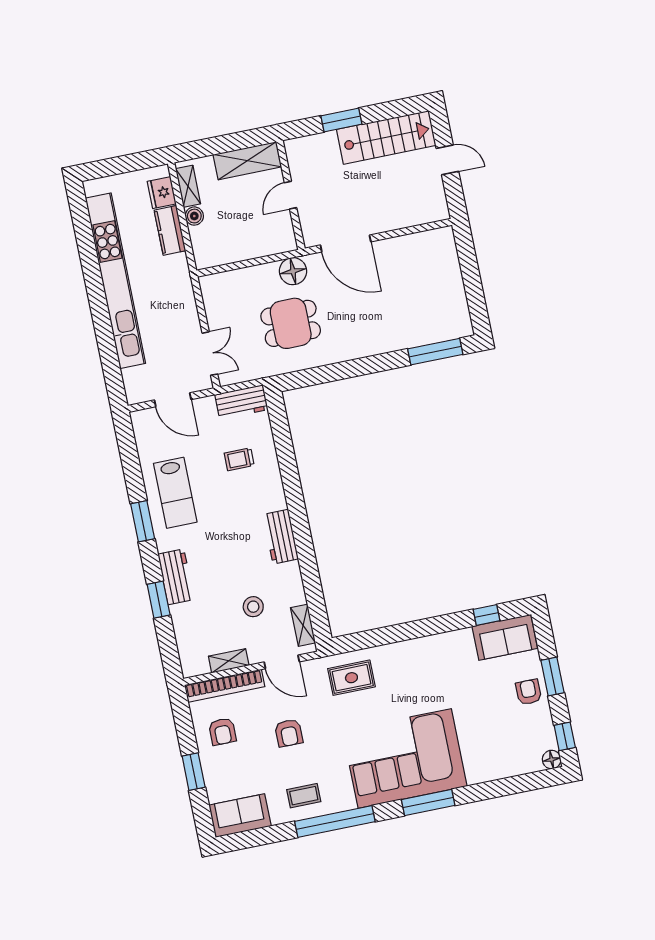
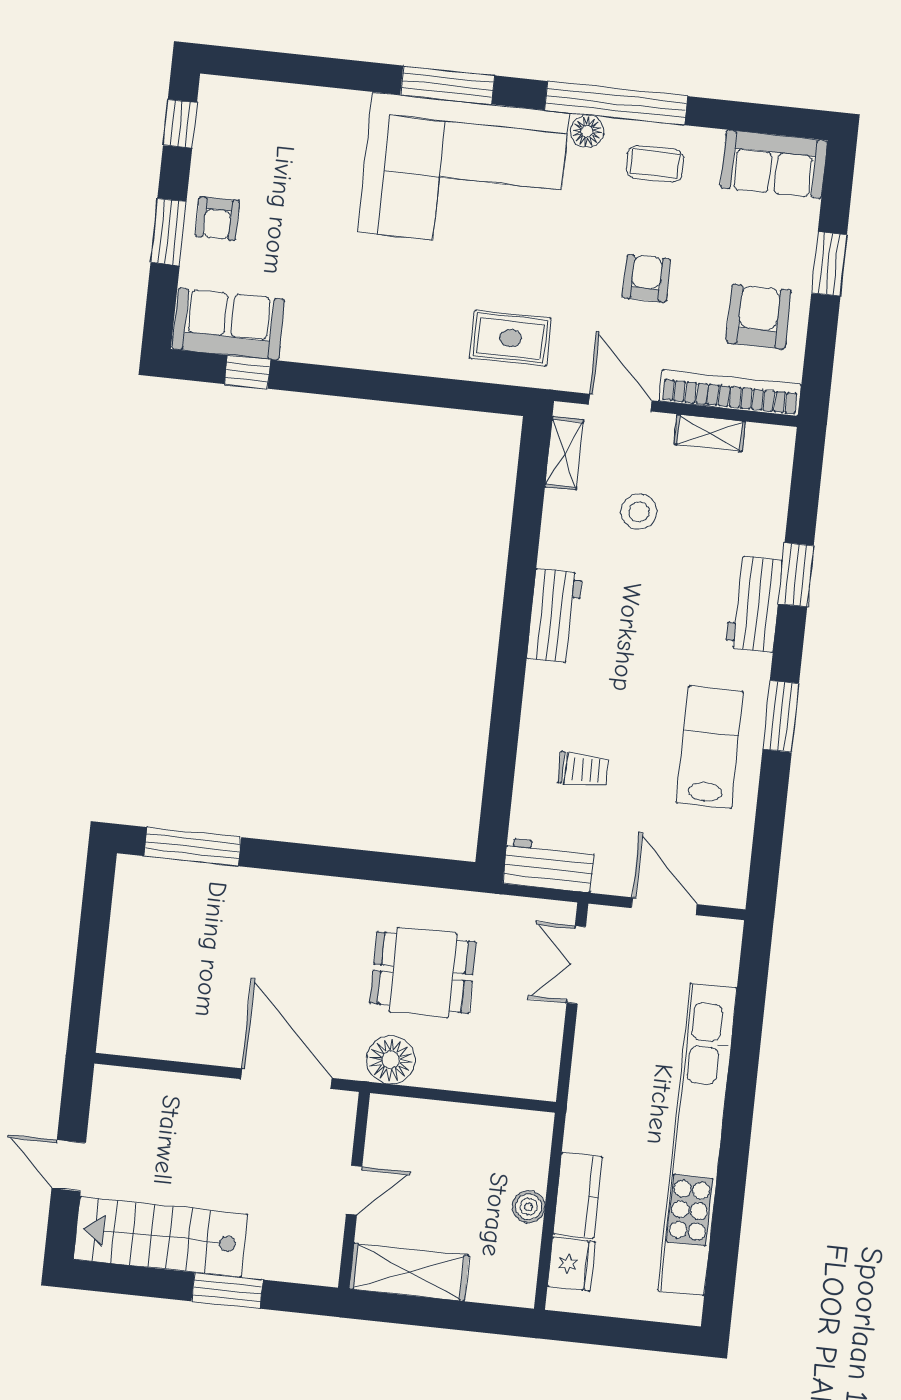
shelving: (188, 186) -> (523, 1261), removed
armchair: (222, 732) -> (759, 316), width x1.38, depth x1.38
floor lamp: (552, 760) -> (587, 131), moved

